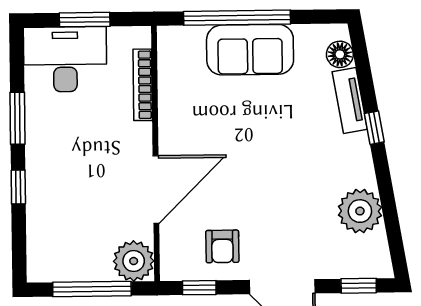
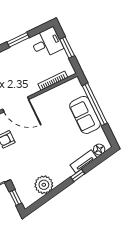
desk: (65, 59) -> (47, 43), width x0.73

